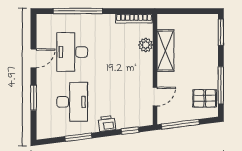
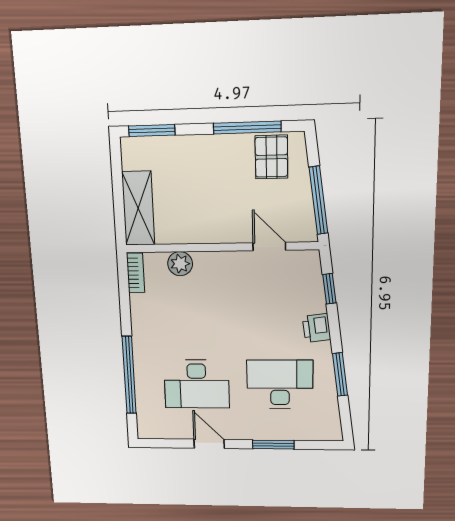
bookcase: (134, 18) -> (136, 273), width x0.64
shelving: (165, 50) -> (138, 208), moved, turned 90

